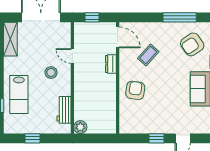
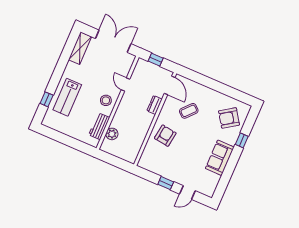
window: (180, 17) -> (228, 91), removed
stool: (51, 72) -> (106, 100), moved
plant: (80, 127) -> (112, 134), moved
window: (32, 138) -> (63, 139), removed

